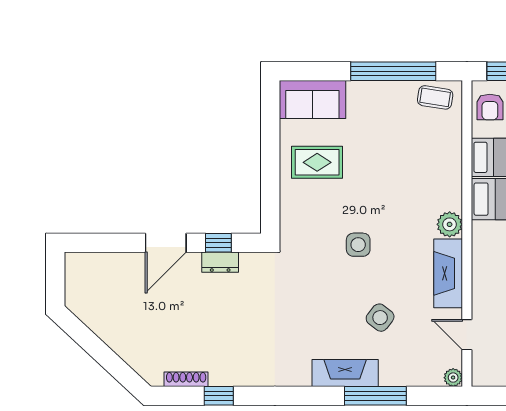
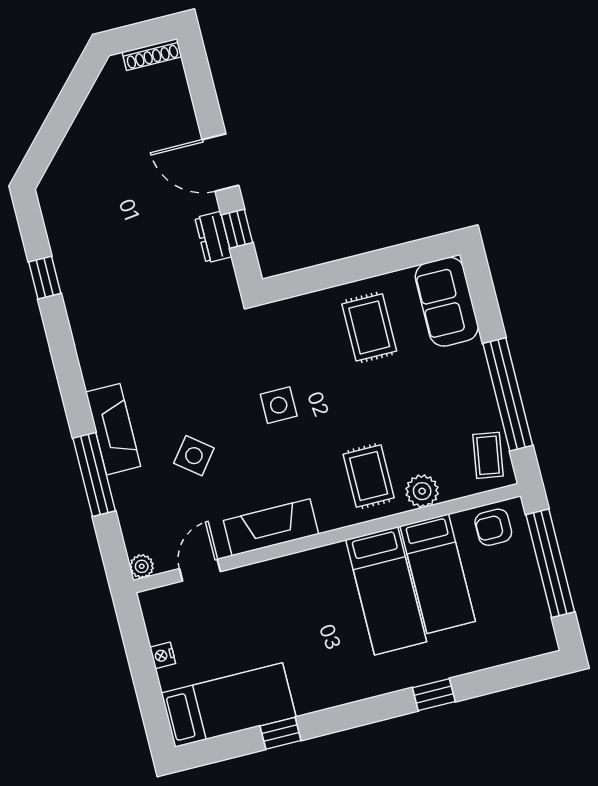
rug: (428, 191) -> (369, 476), added
plant: (450, 224) -> (422, 491), moved
shoe rack: (186, 379) -> (152, 54), moved, turned 90

